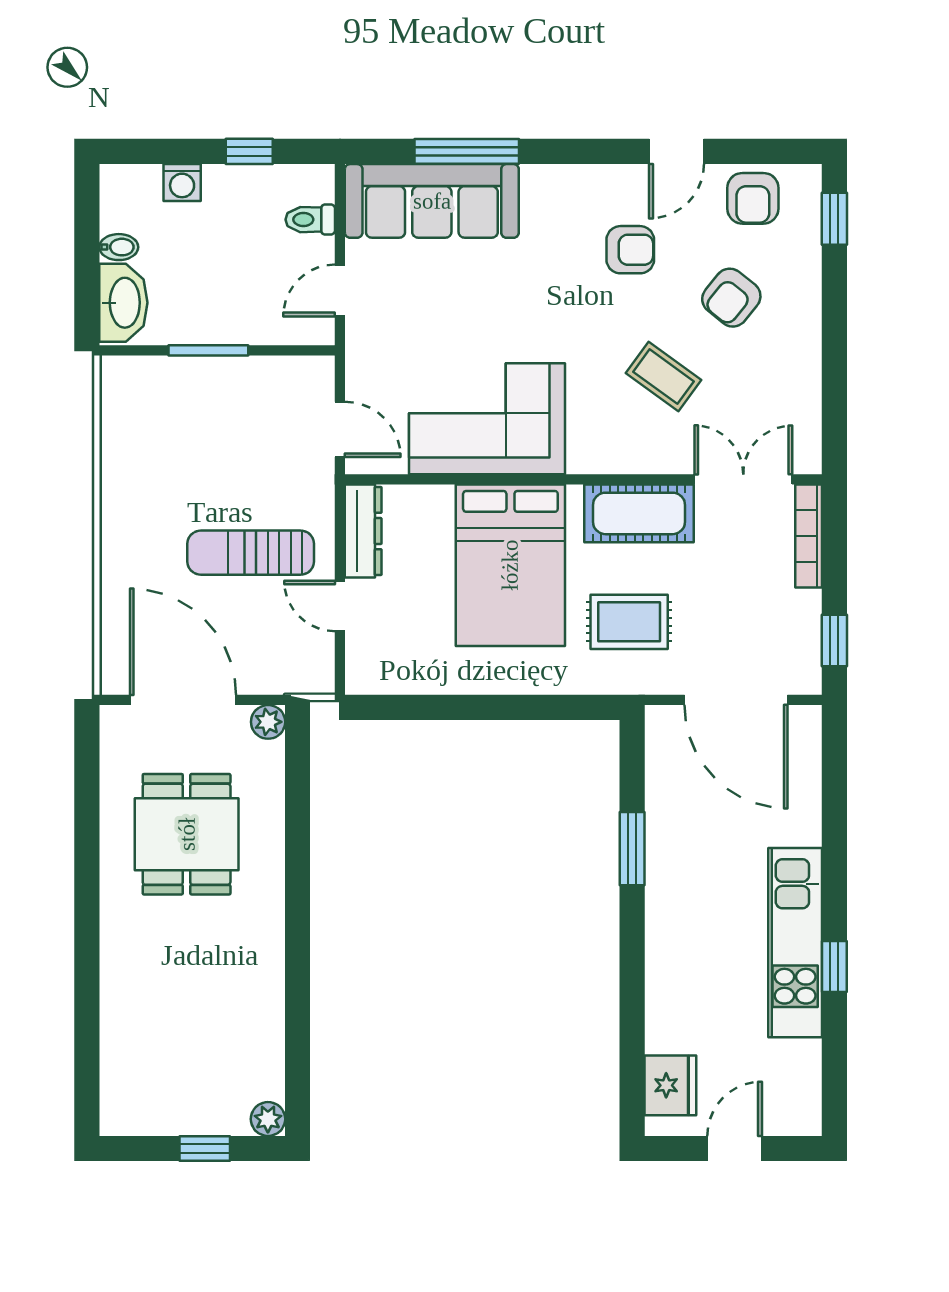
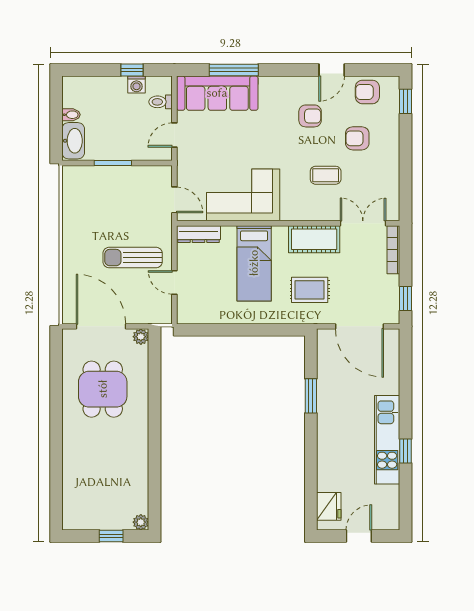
washing machine: (182, 183) -> (137, 85), moved
armchair: (753, 198) -> (367, 92), turned 90
armchair: (731, 298) -> (357, 138), turned 51
coffee table: (663, 377) -> (326, 175), turned -36
dresser: (363, 531) -> (199, 234), moved, turned 90
bed: (510, 565) -> (254, 263), width x0.67

